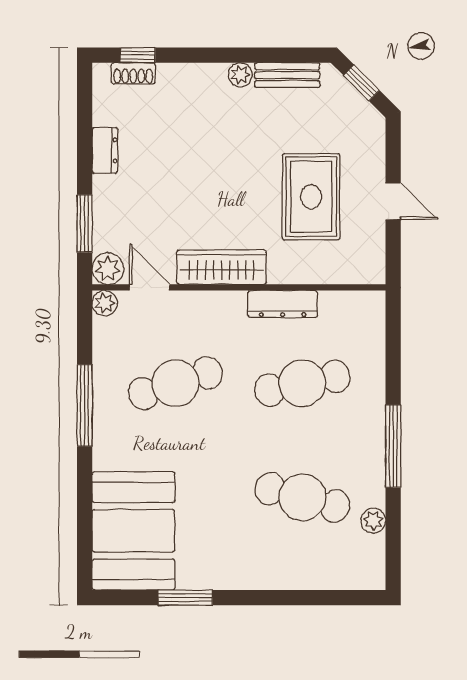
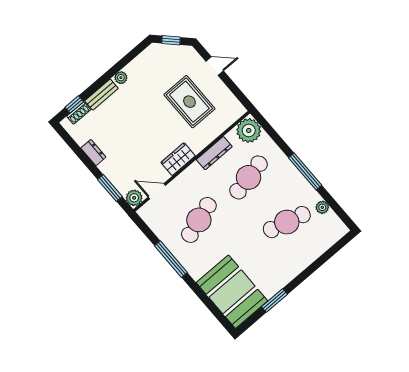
bench: (287, 75) -> (101, 95), moved
door: (393, 201) -> (215, 66), moved
wardrobe: (222, 267) -> (178, 159), width x0.67
plant: (105, 303) -> (249, 130), moved, width x1.88, depth x1.88

